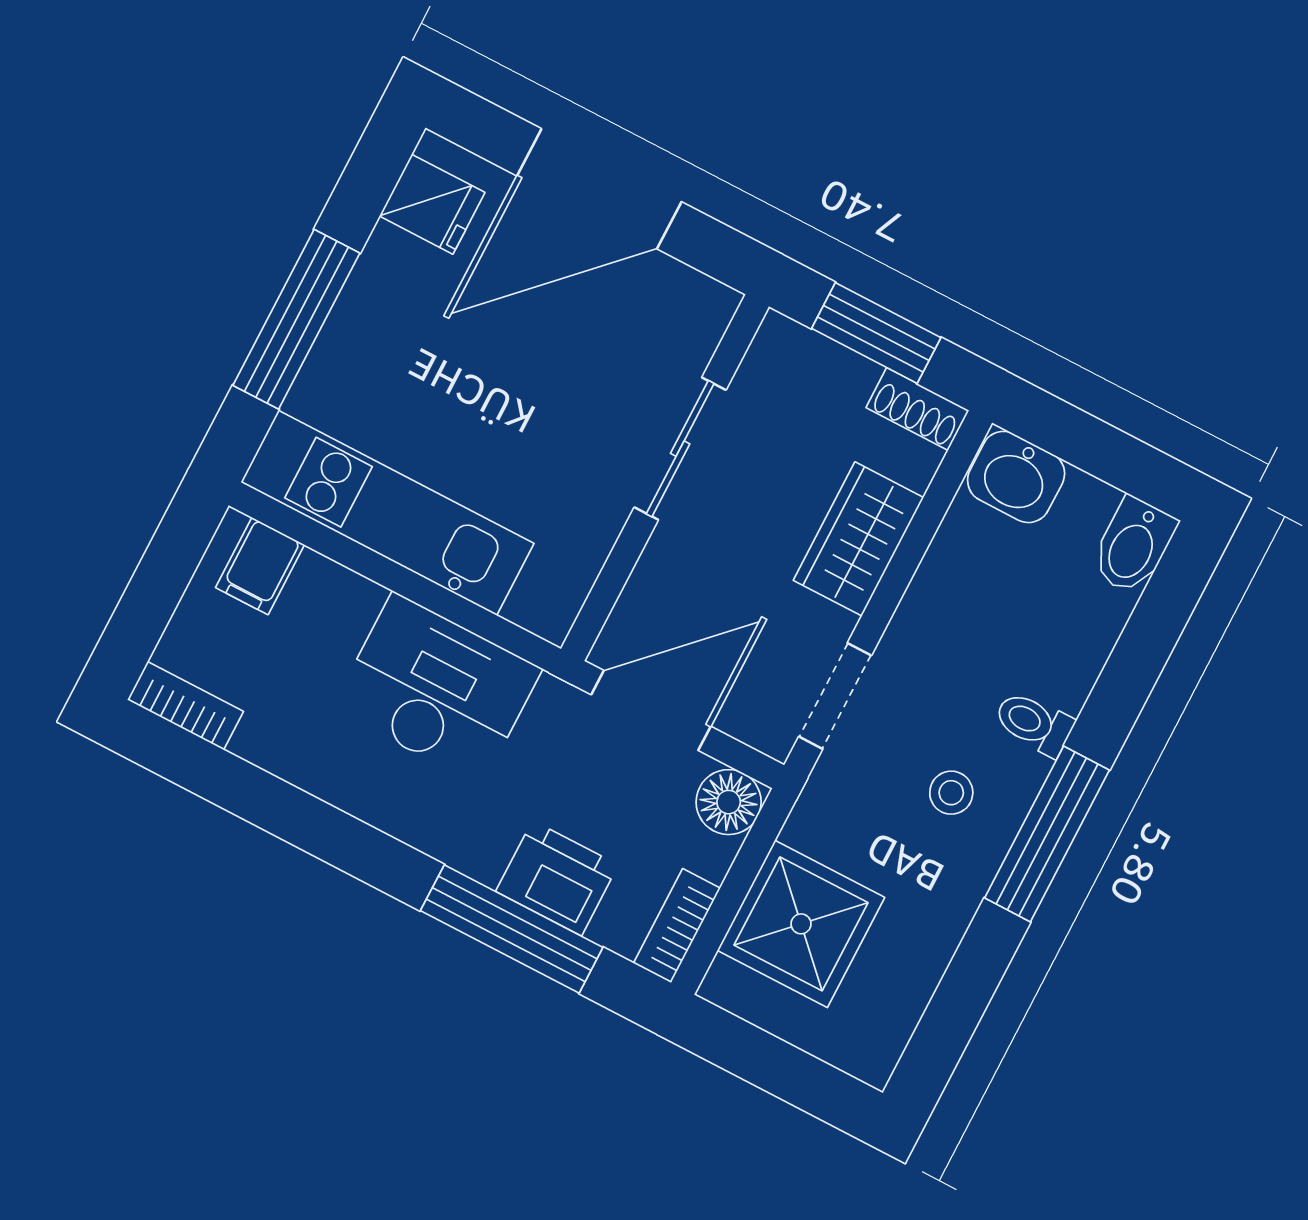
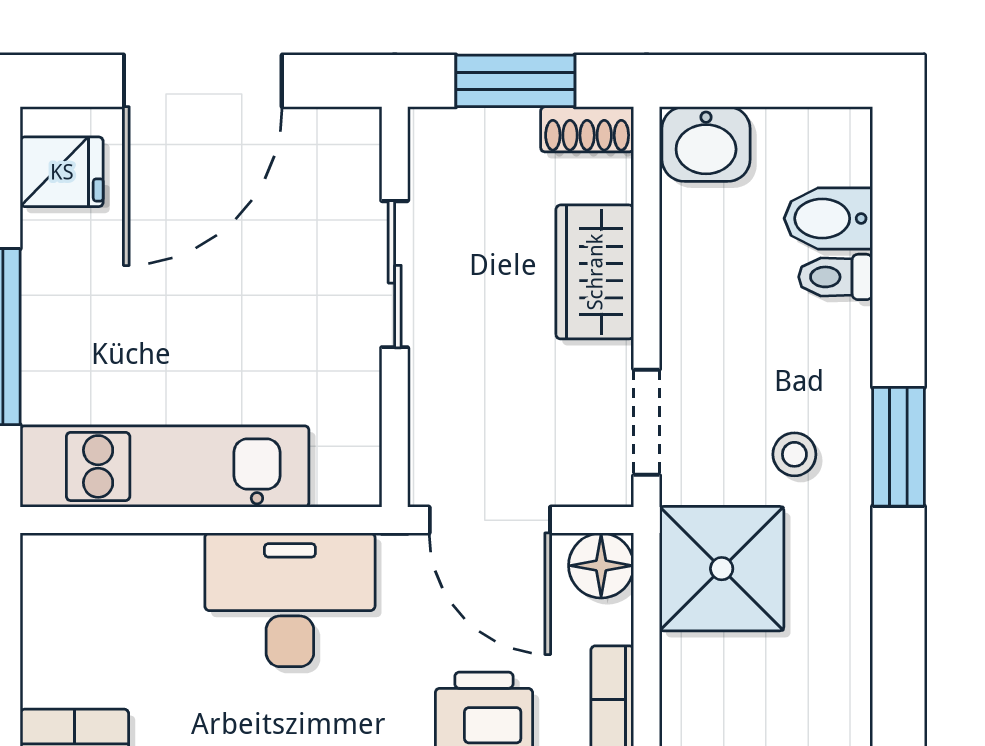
bidet: (1133, 546) -> (828, 218), moved, turned 90
filing cabinet: (260, 566) -> (76, 573), removed
door: (651, 710) -> (490, 520), swing flipped
toilet: (1034, 723) -> (836, 277), moved
window: (1047, 834) -> (898, 447), width x0.69
shower: (801, 924) -> (722, 569), moved

